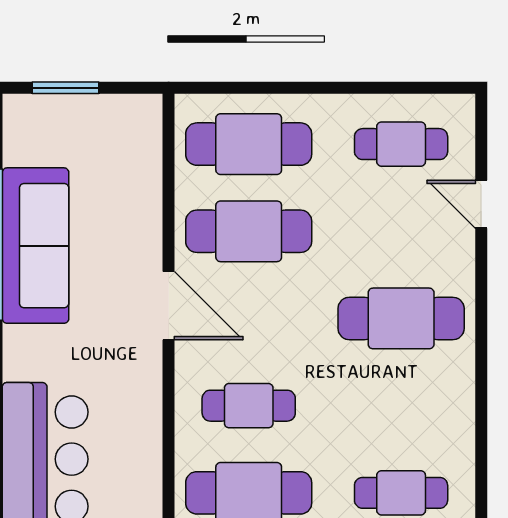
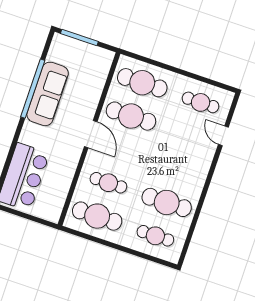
window: (66, 88) -> (79, 37), width x1.44
cafe table: (401, 318) -> (167, 202), moved

